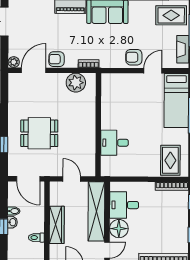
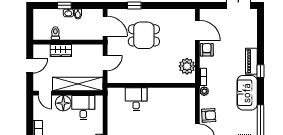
armchair: (134, 57) -> (209, 115), turned 86
plant: (14, 62) -> (204, 91), moved
dining table: (39, 133) -> (144, 35), turned 90
door: (28, 179) -> (105, 26), swing flipped
wardrobe: (57, 225) -> (61, 50), width x0.67

